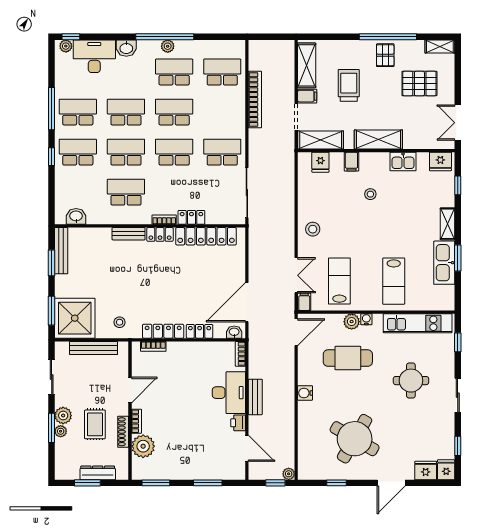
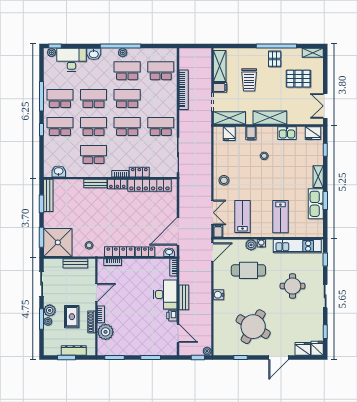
trolley: (349, 85) -> (249, 80), turned 180
bench: (94, 348) -> (75, 263), width x0.73

